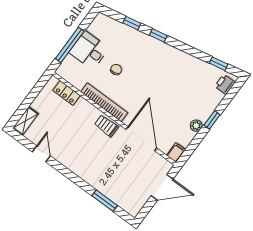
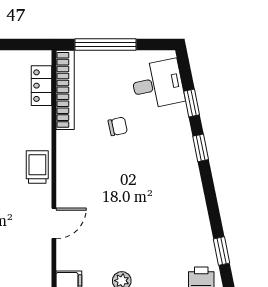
desk: (89, 50) -> (158, 84), moved, turned 79
bookcase: (104, 102) -> (65, 90), moved
door: (141, 139) -> (54, 223), width x0.53

